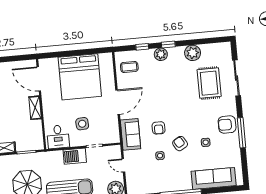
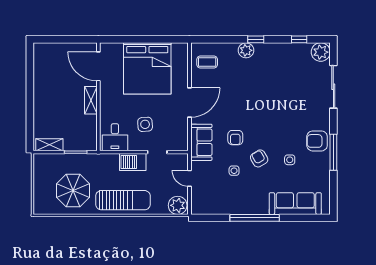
window: (142, 47) -> (299, 39), moved
plant: (193, 53) -> (321, 52), moved
rug: (209, 83) -> (300, 90), removed

